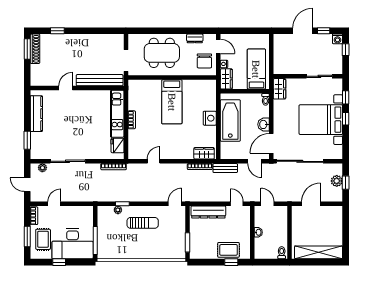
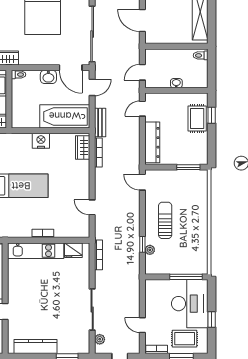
bathtub: (230, 120) -> (65, 116), moved

